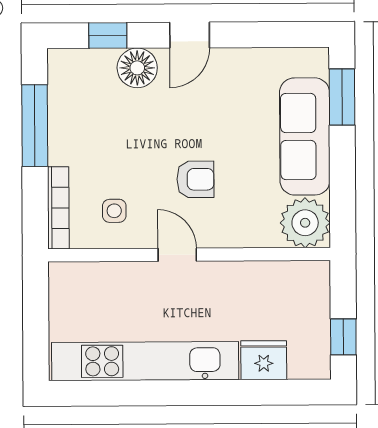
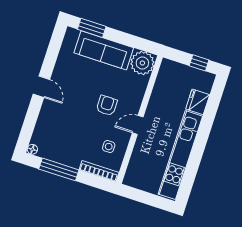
window: (108, 35) -> (29, 123), removed
floor lamp: (137, 68) -> (32, 149), moved, width x0.53, depth x0.53

